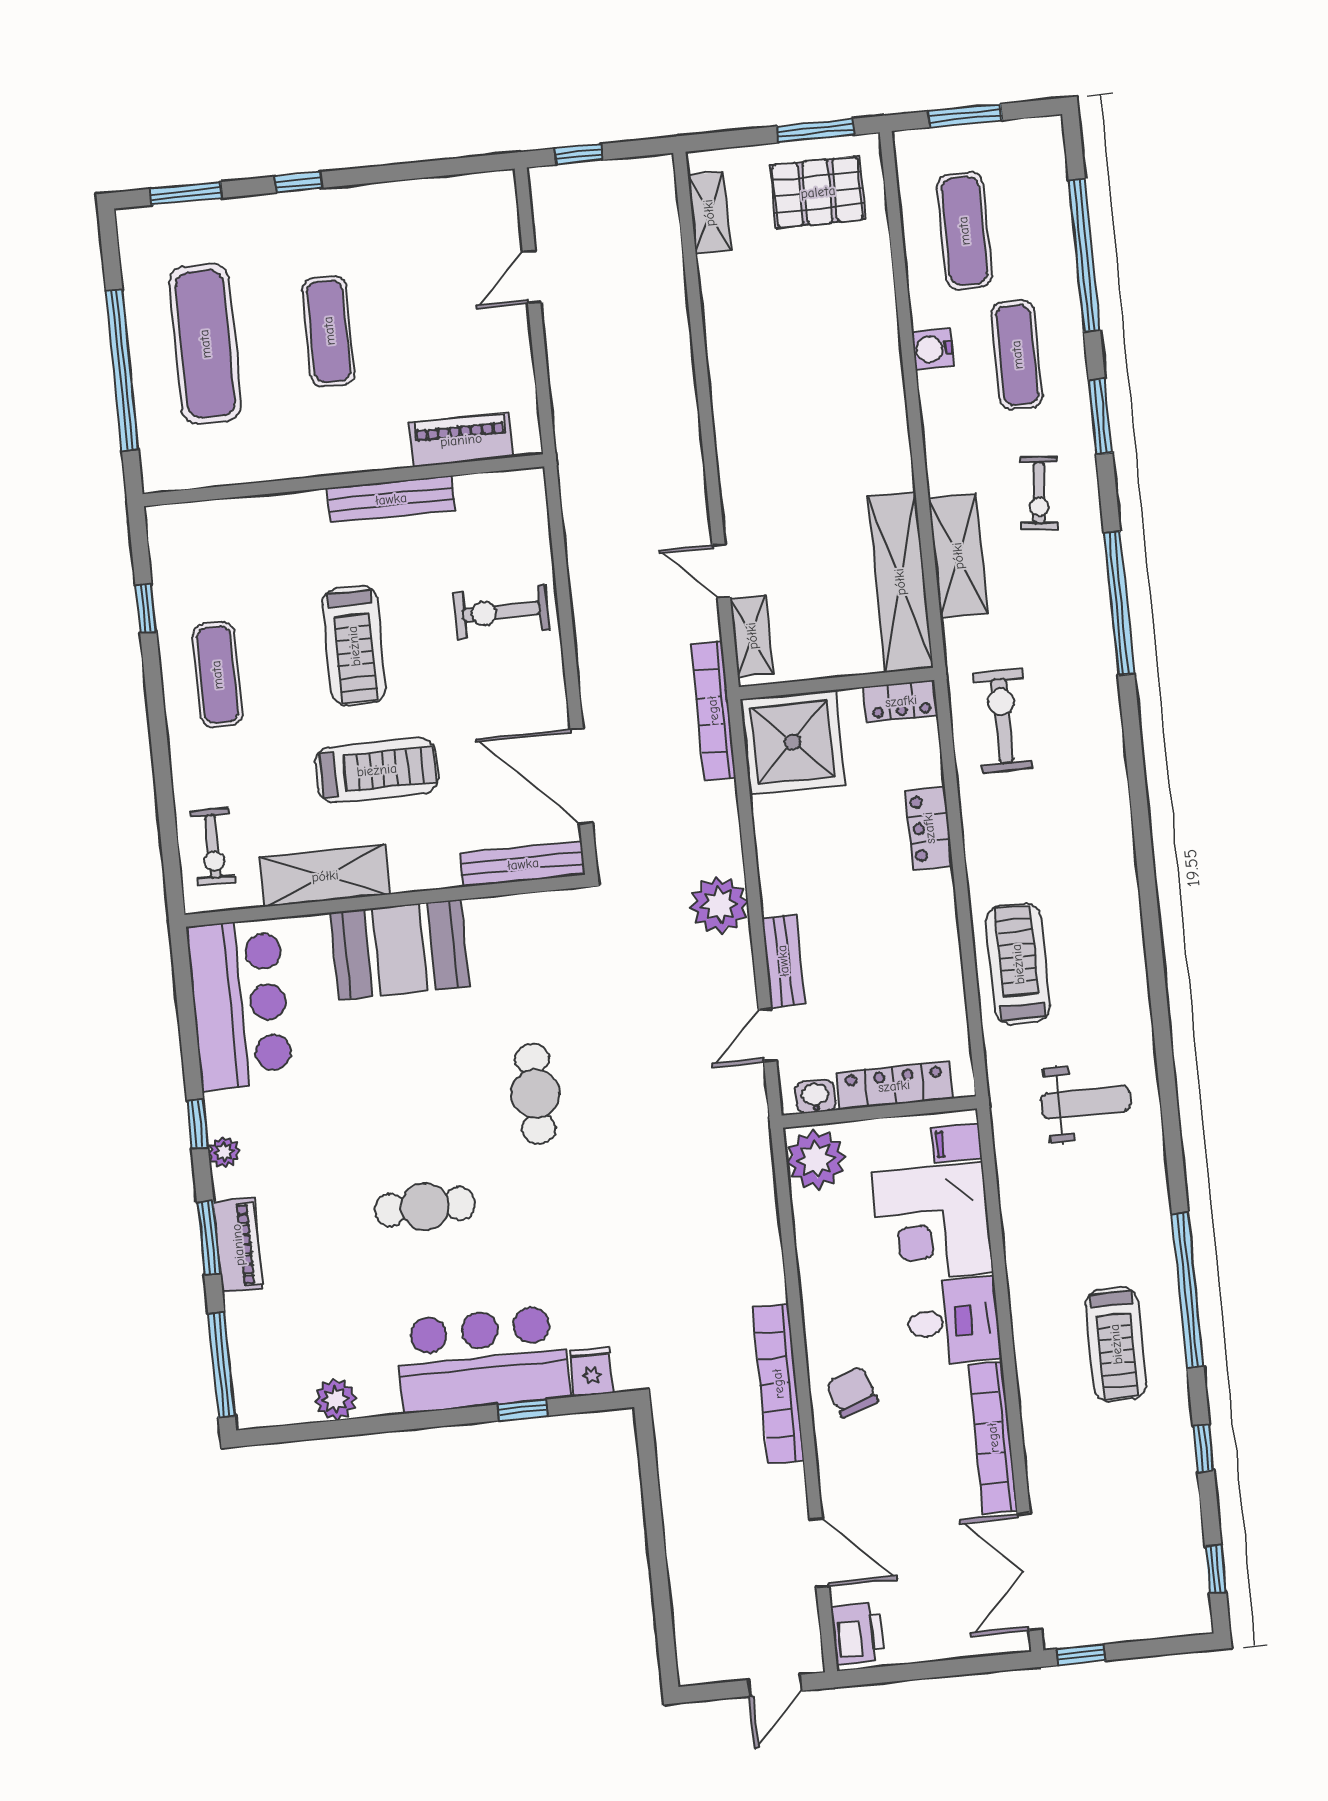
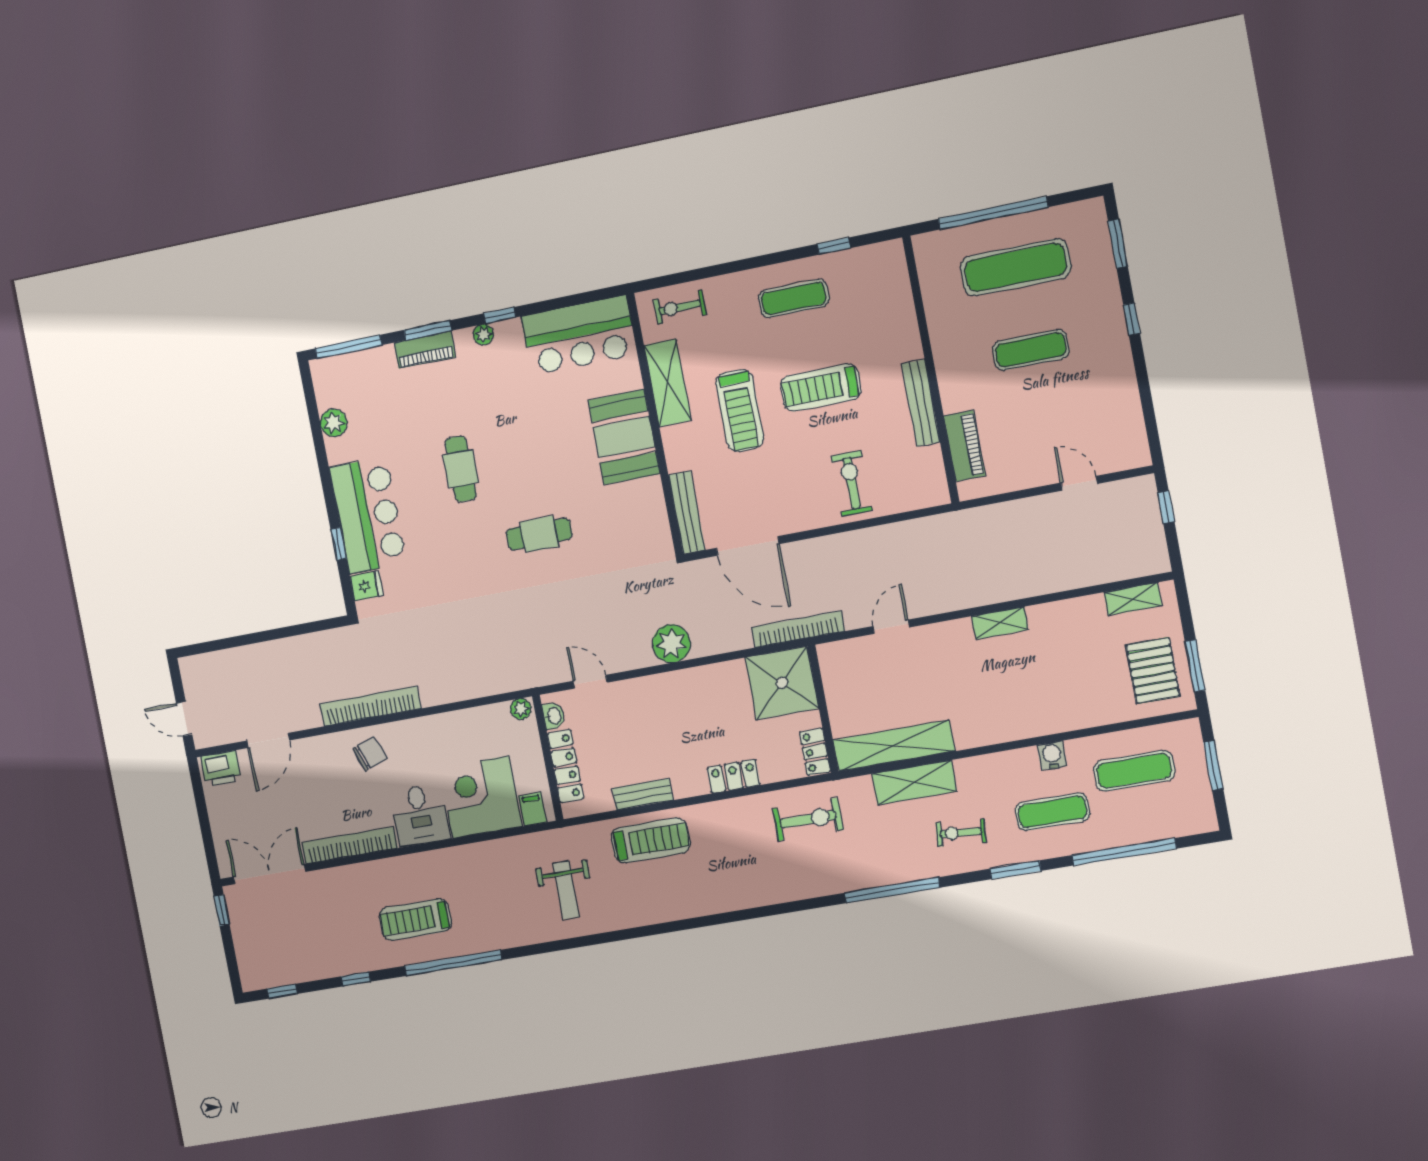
shelving: (752, 636) -> (1000, 623), moved
door: (581, 776) -> (748, 546), swing flipped
bench: (783, 961) -> (643, 794), moved
plant: (816, 1159) -> (521, 709), width x0.53, depth x0.53

